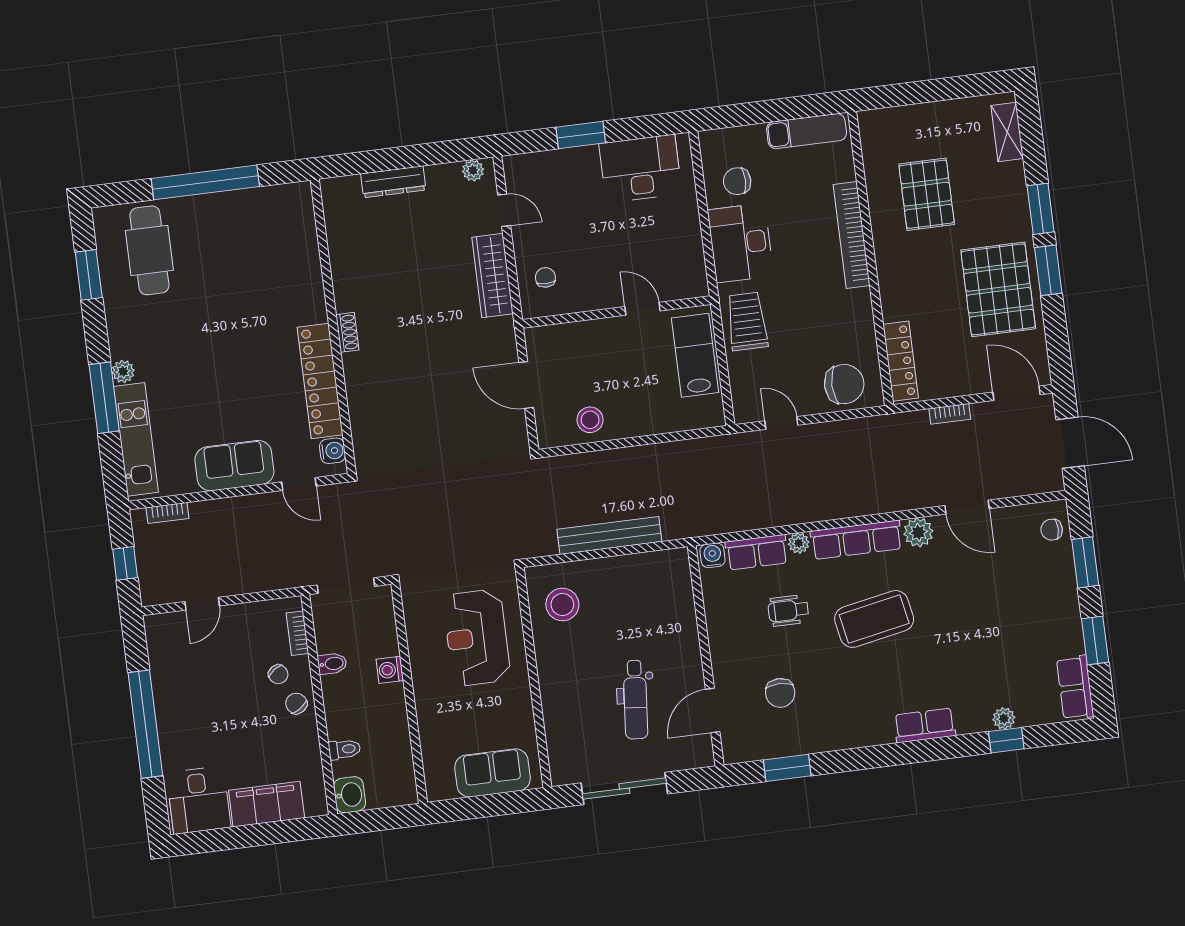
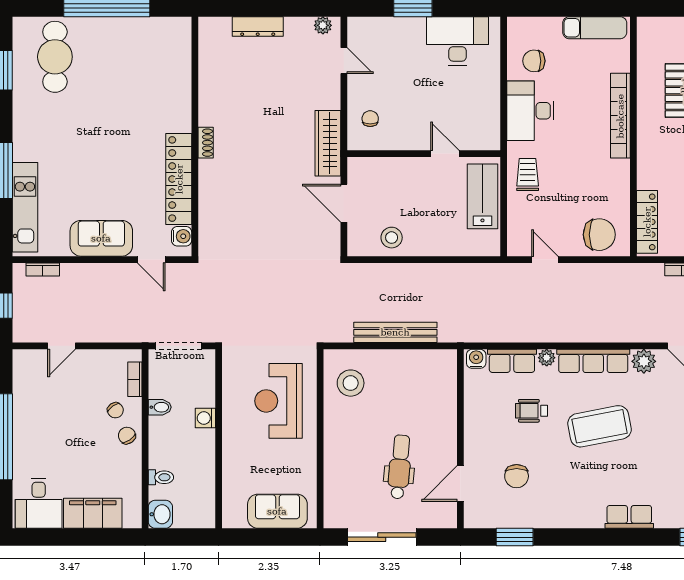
wardrobe: (492, 275) -> (328, 143), moved
trolley: (747, 321) -> (528, 174), width x0.73, depth x0.72
plant: (123, 372) -> (21, 151), removed
dental chair: (635, 700) -> (400, 467), turned 180

